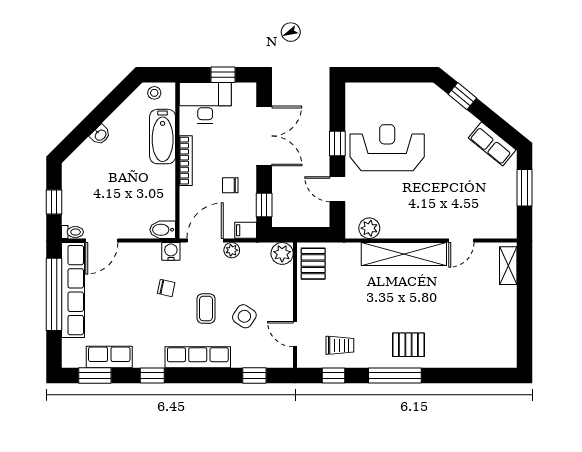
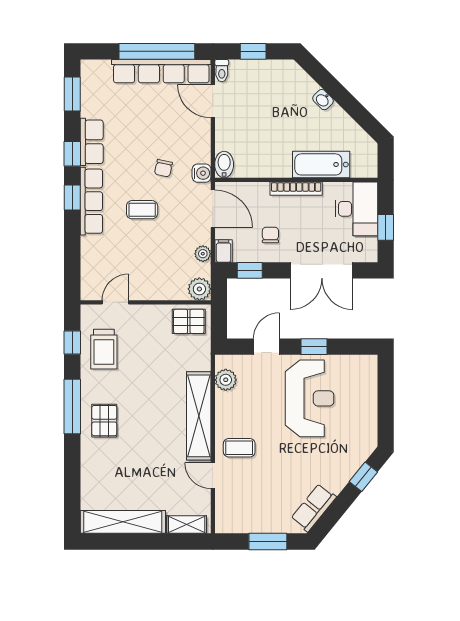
stool: (154, 93) -> (367, 156), removed
coffee table: (435, 215) -> (239, 448), added
plant: (232, 250) -> (203, 254), moved
side table: (244, 316) -> (134, 250), removed
shelving: (506, 327) -> (123, 522), added
trolley: (340, 345) -> (104, 349), width x1.36, depth x1.39
row of seats: (109, 357) -> (92, 142), moved
window: (254, 376) -> (72, 198), moved

